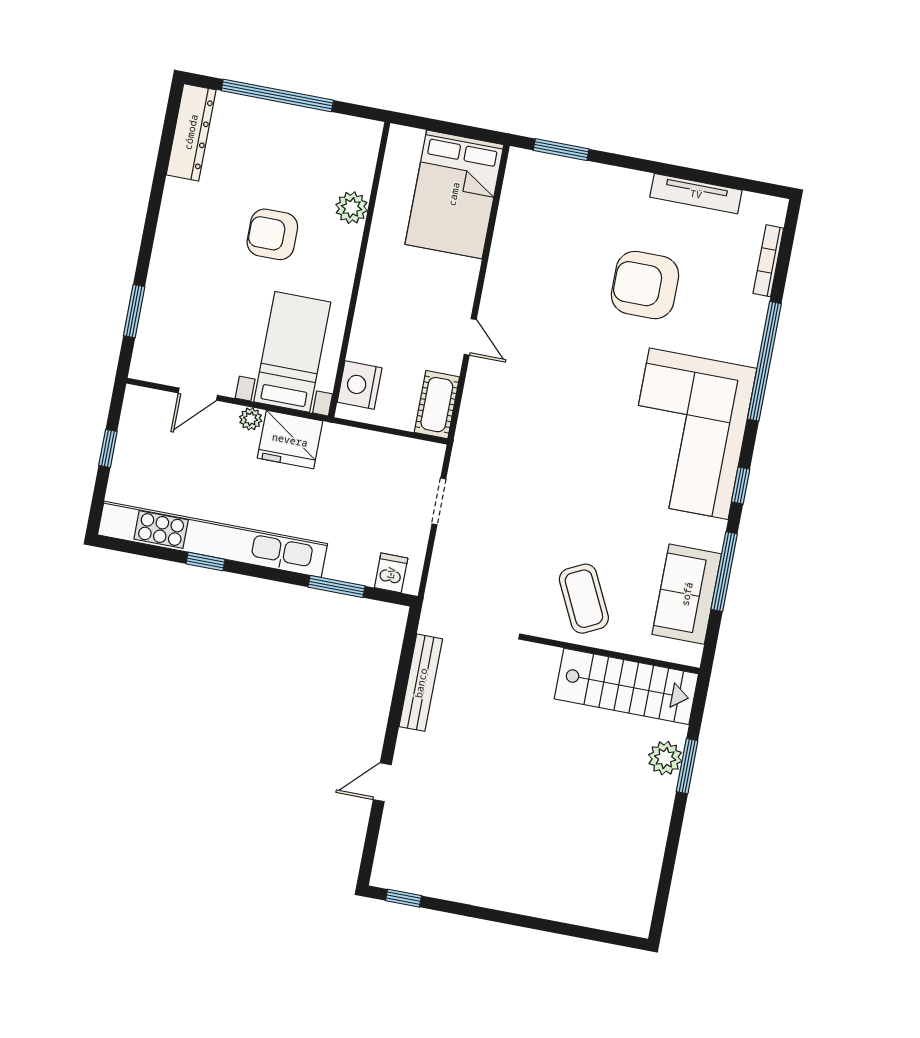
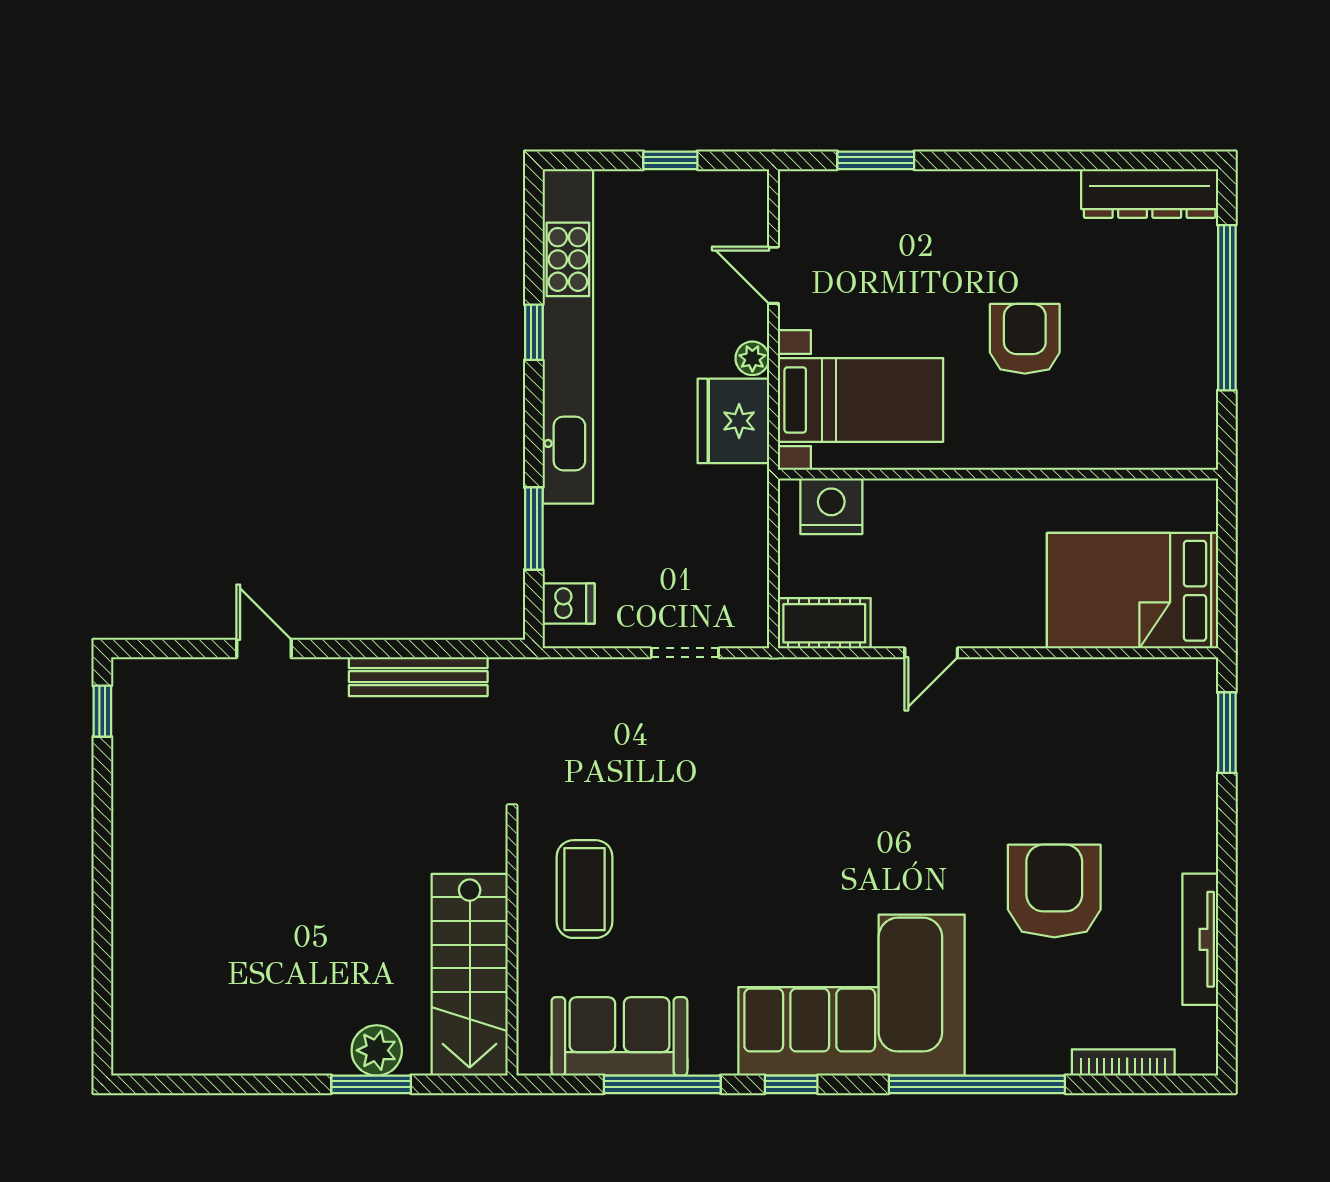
plant: (352, 208) -> (1085, 446), removed
coffee table: (584, 599) -> (585, 889), turned -64

